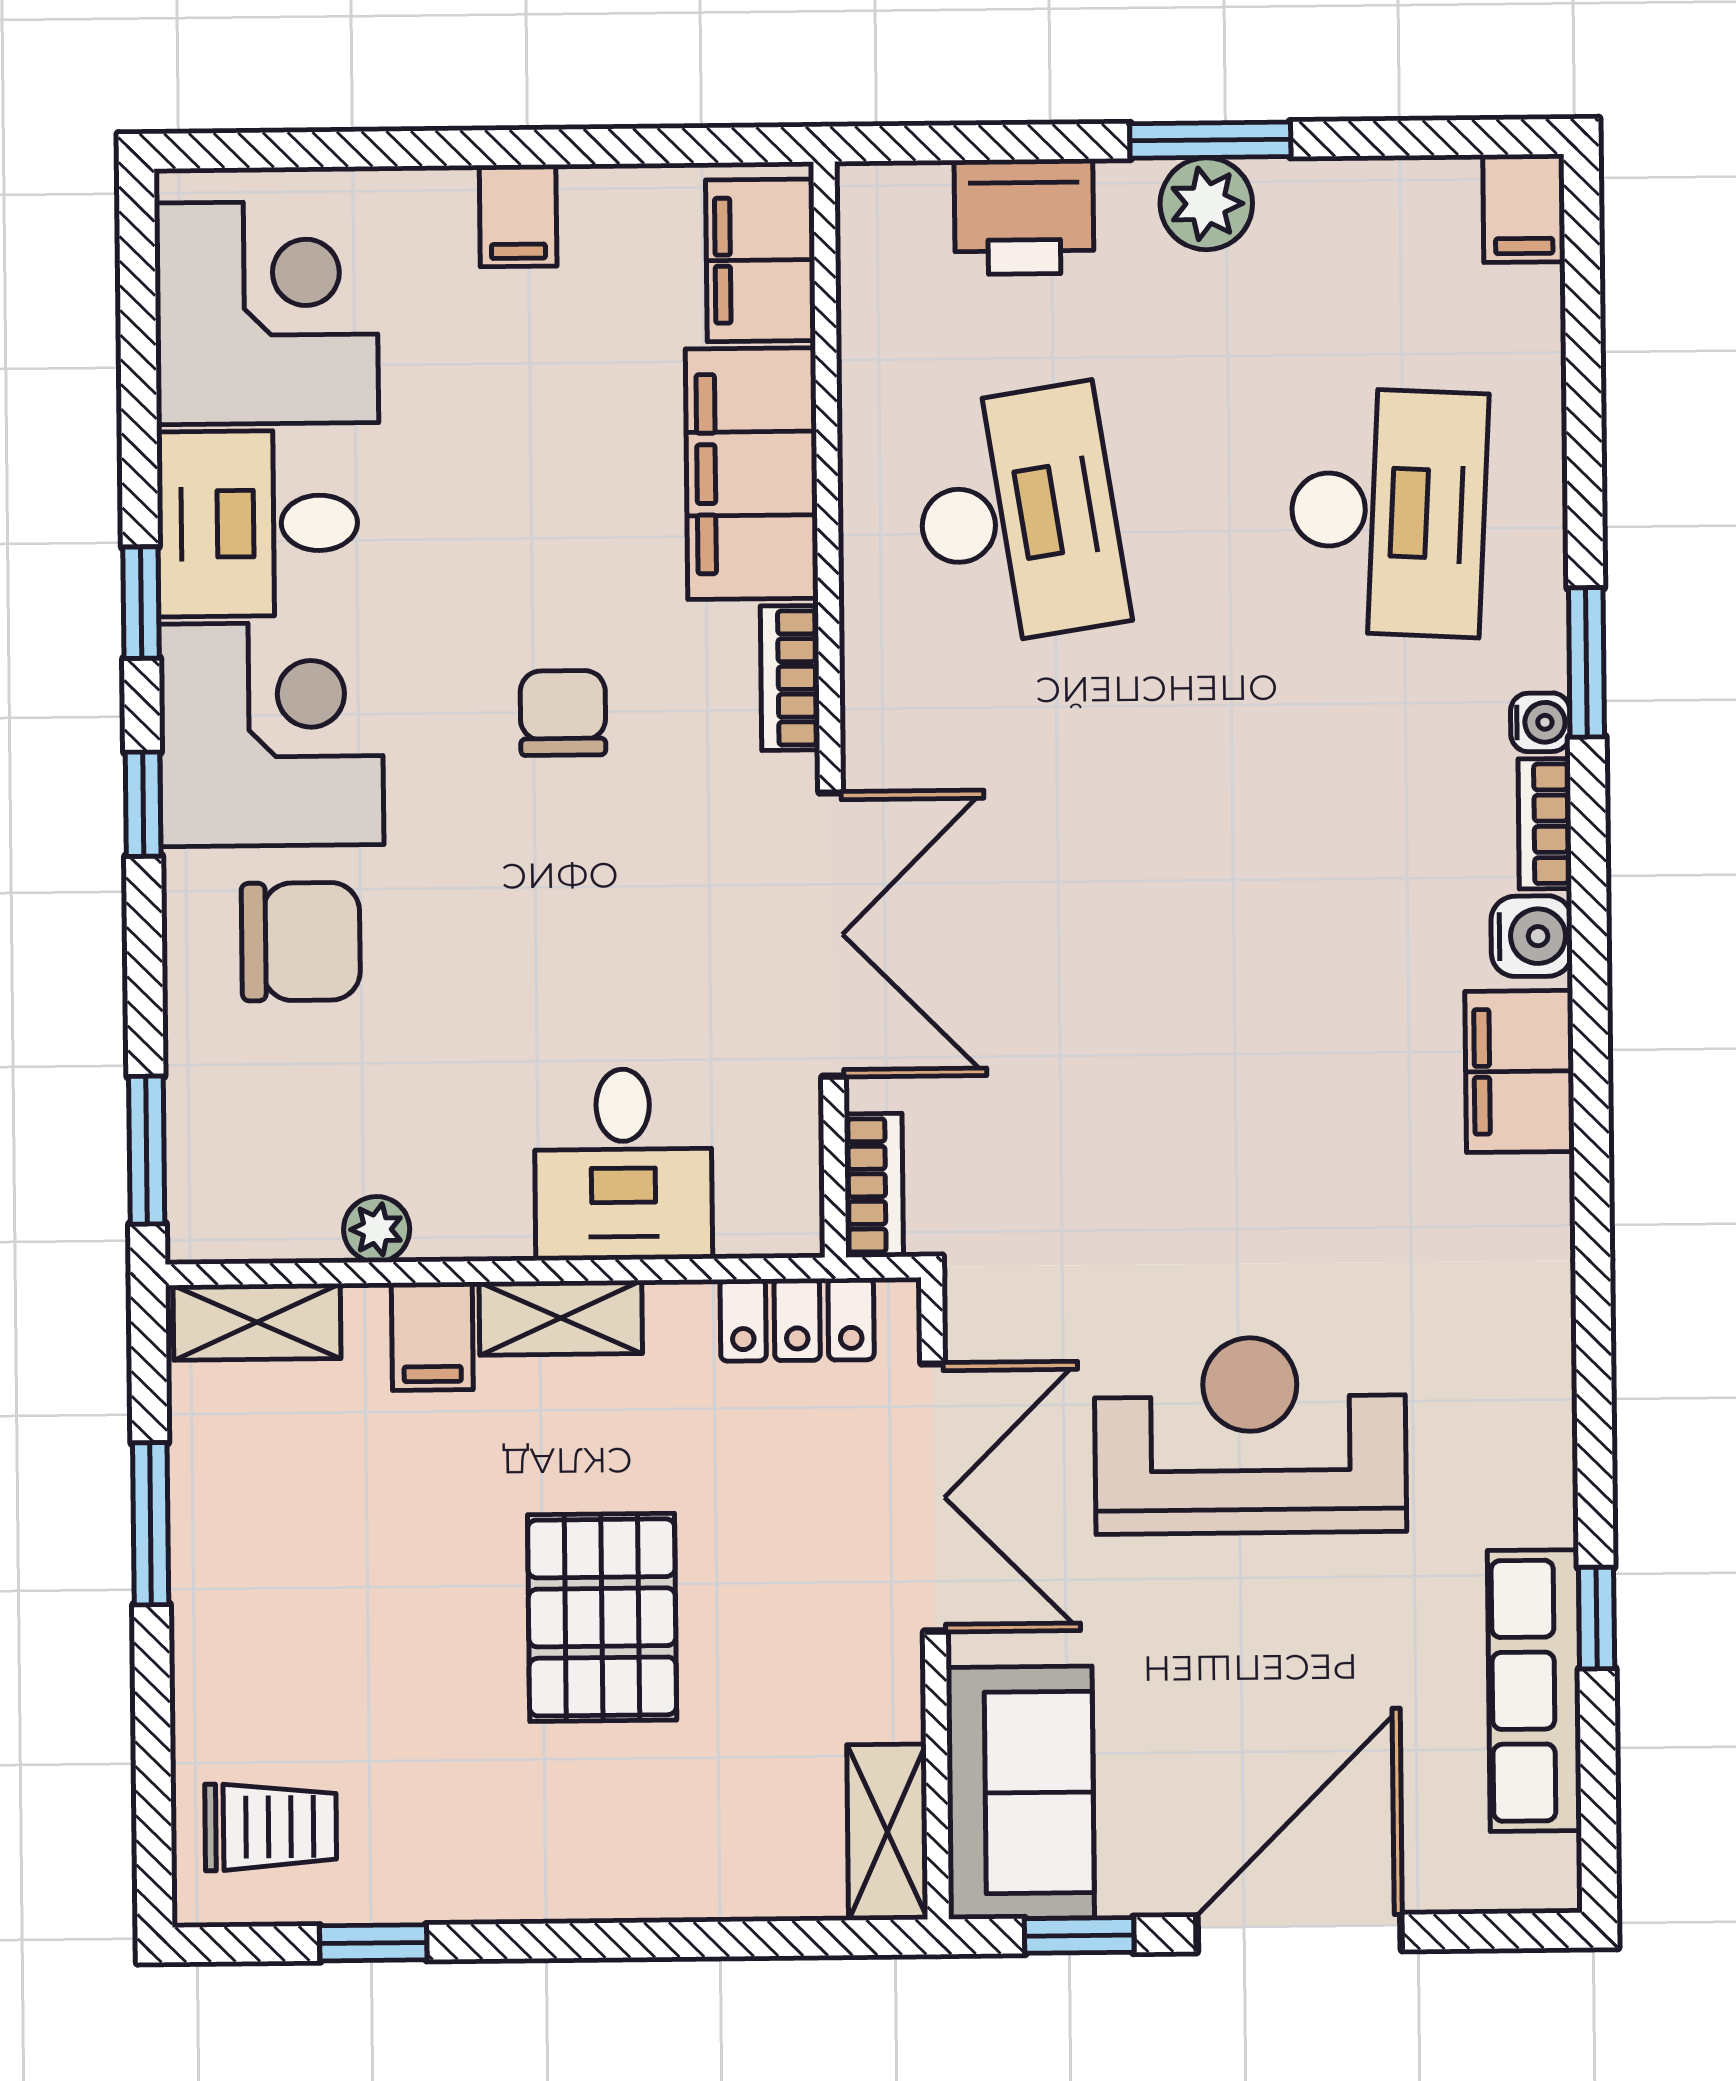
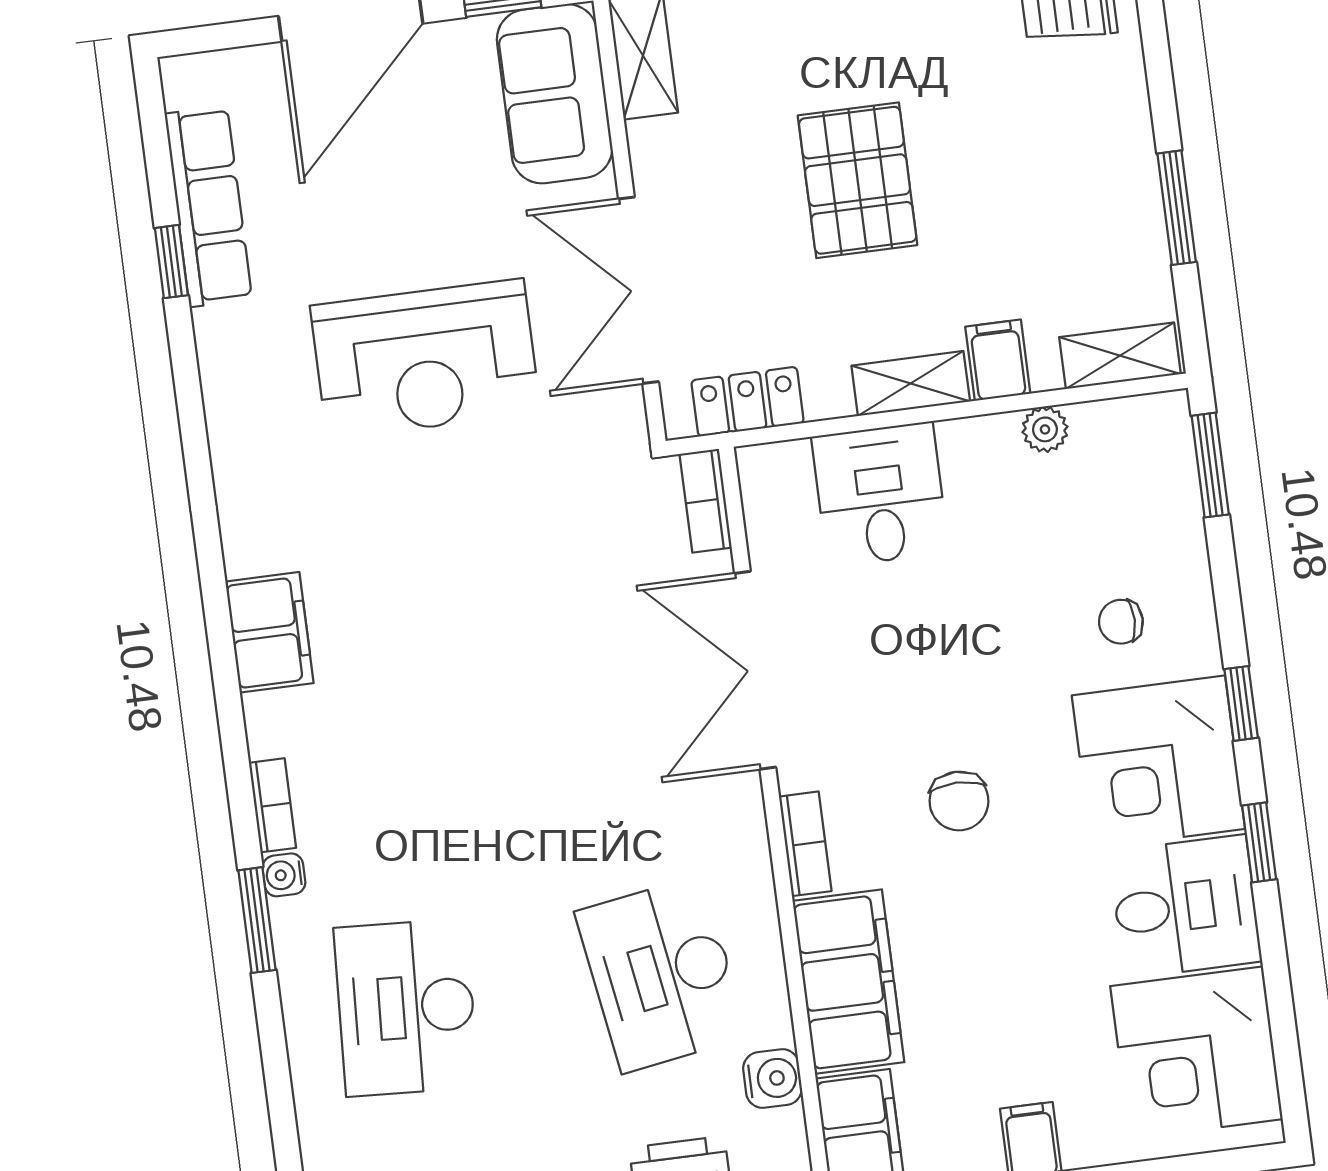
water cooler: (1532, 936) -> (773, 1079), moved, turned 180
chair: (301, 942) -> (1121, 622), width x0.54, depth x0.54

